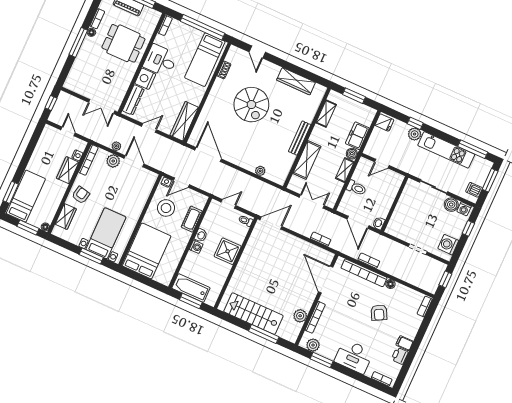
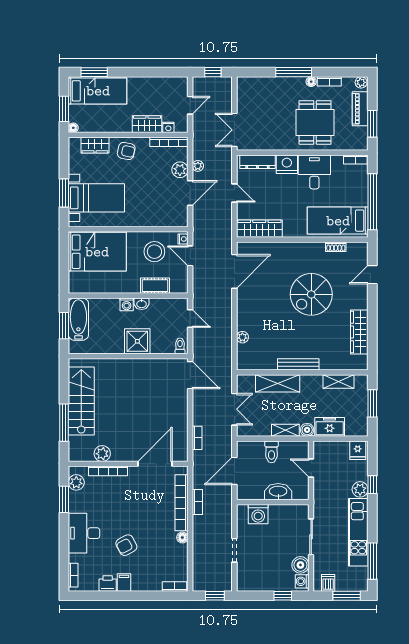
washbasin: (379, 223) -> (278, 492), moved, width x1.91, depth x1.45
washing machine: (448, 245) -> (258, 514), moved, turned 180
armchair: (379, 313) -> (126, 545), moved

